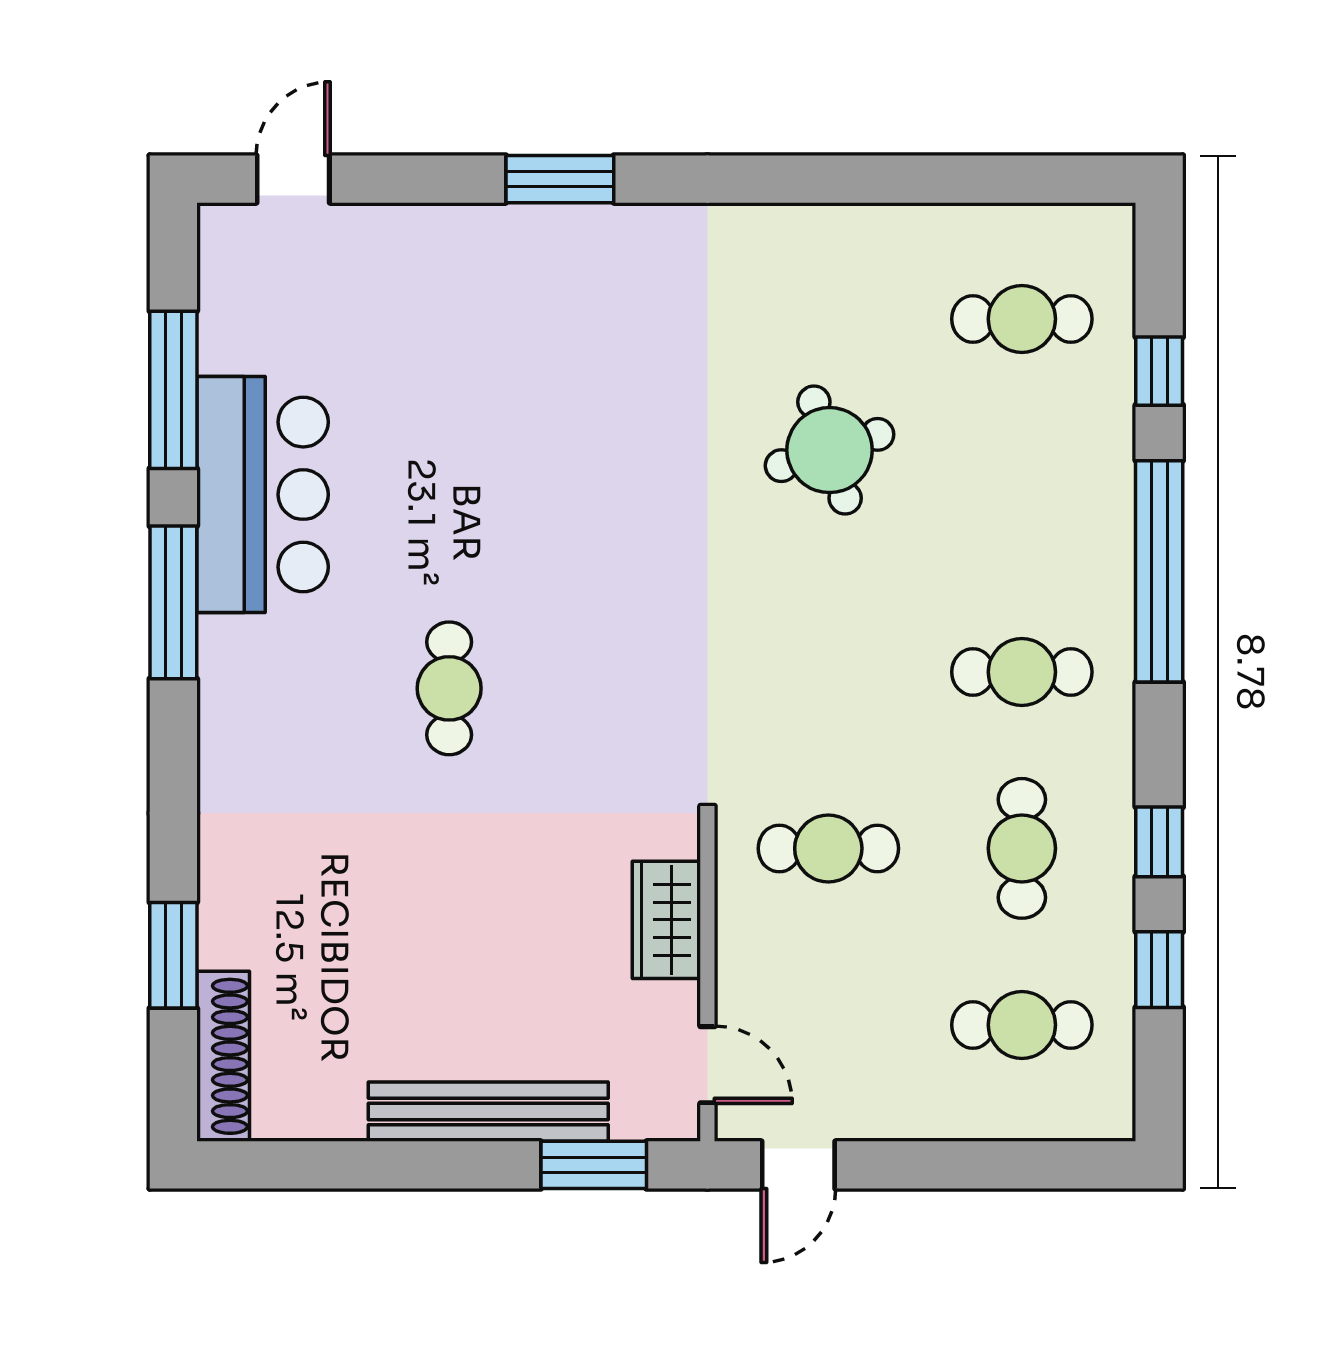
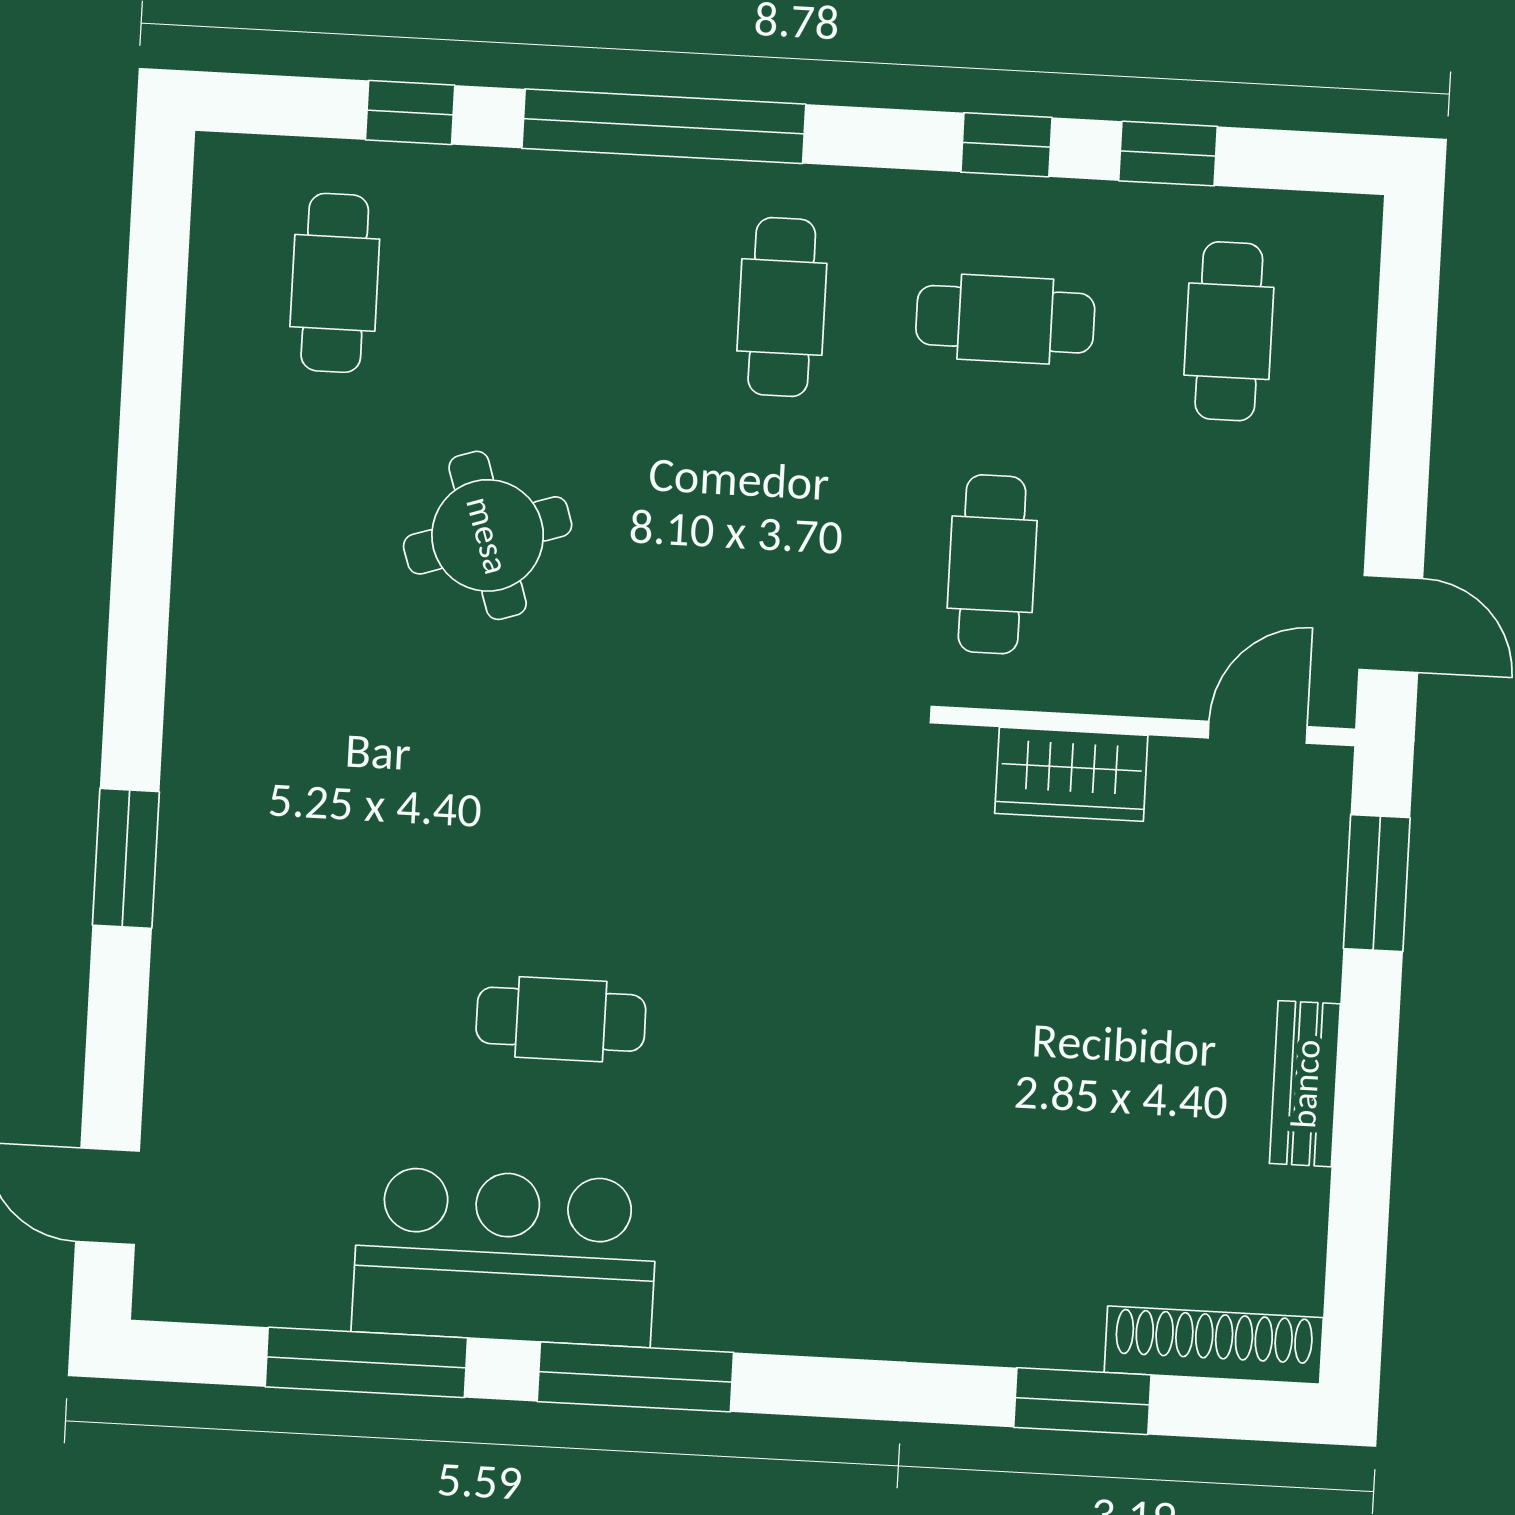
cafe table: (449, 688) -> (561, 1019), moved
bench: (488, 1112) -> (1305, 1084), width x0.54, depth x0.82

